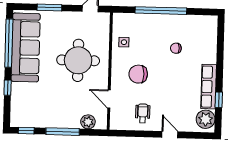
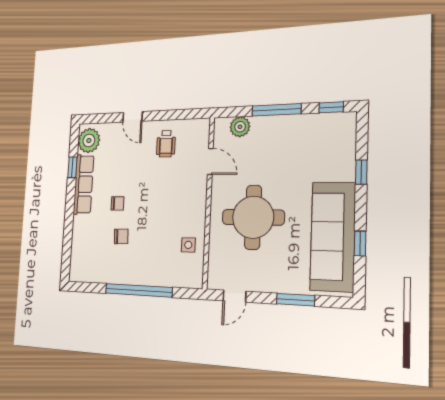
window: (9, 43) -> (360, 243), width x0.32
chair: (138, 74) -> (118, 203), moved, width x0.54, depth x0.54

